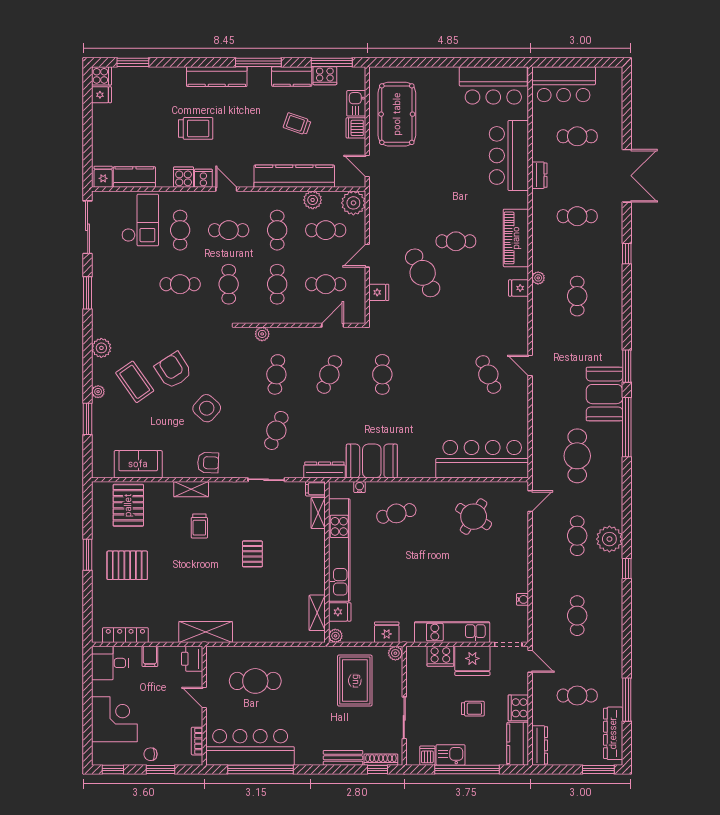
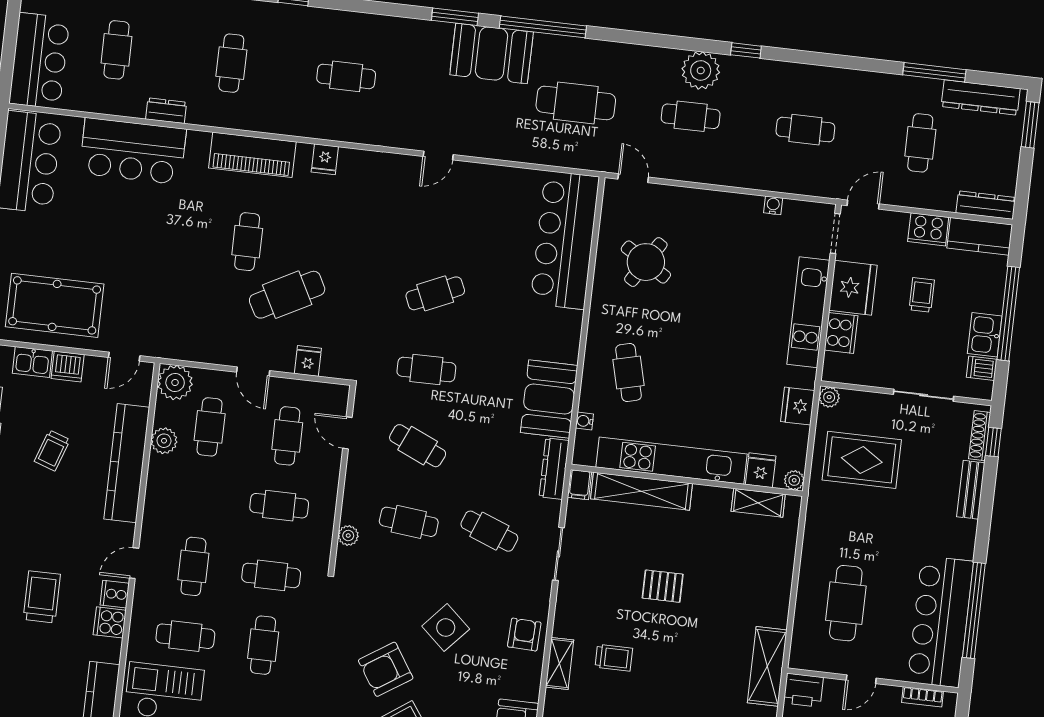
cafe table: (277, 230) -> (201, 497), removed
plant: (538, 278) -> (314, 129), removed
cafe table: (488, 374) -> (435, 293), moved
shelving: (318, 513) -> (641, 491), width x2.20, depth x1.33

